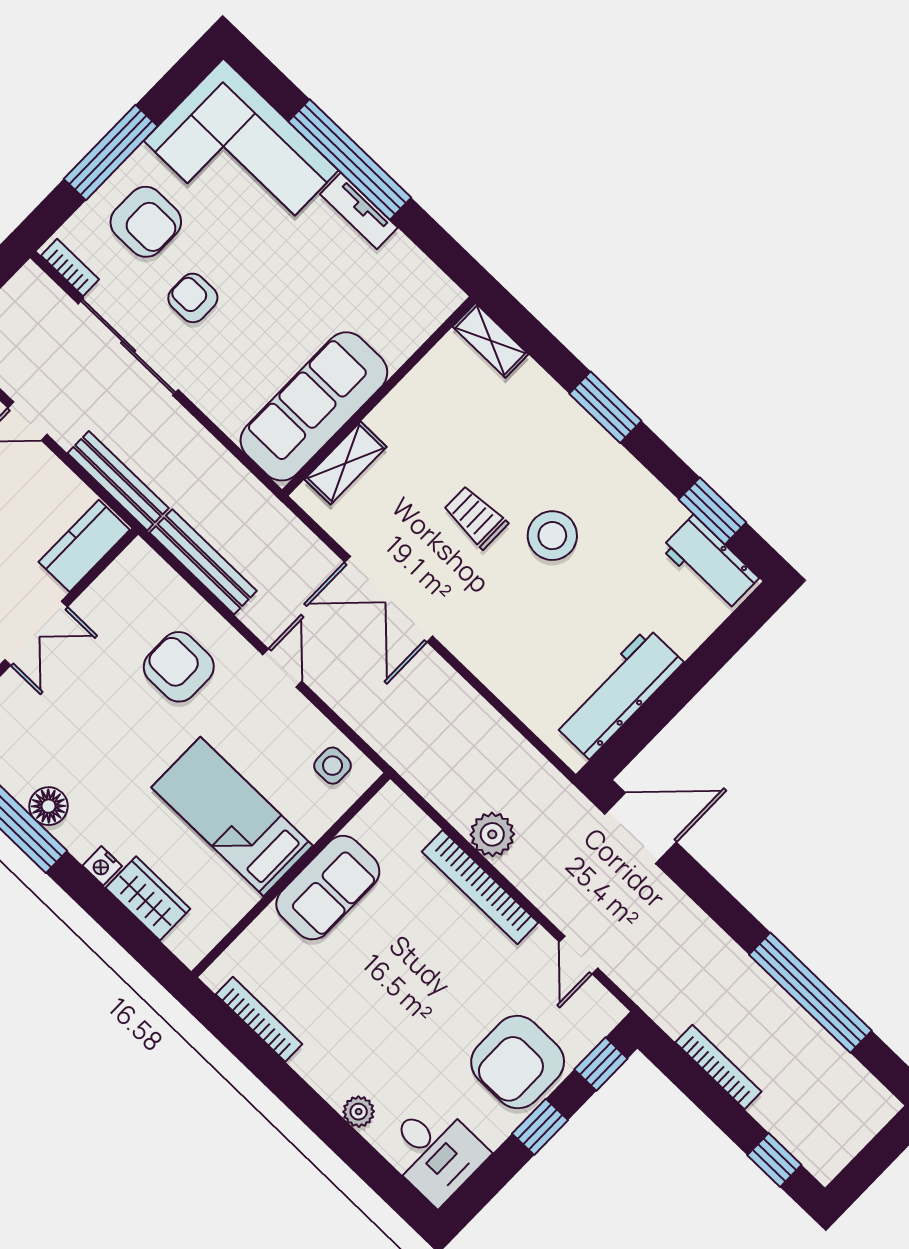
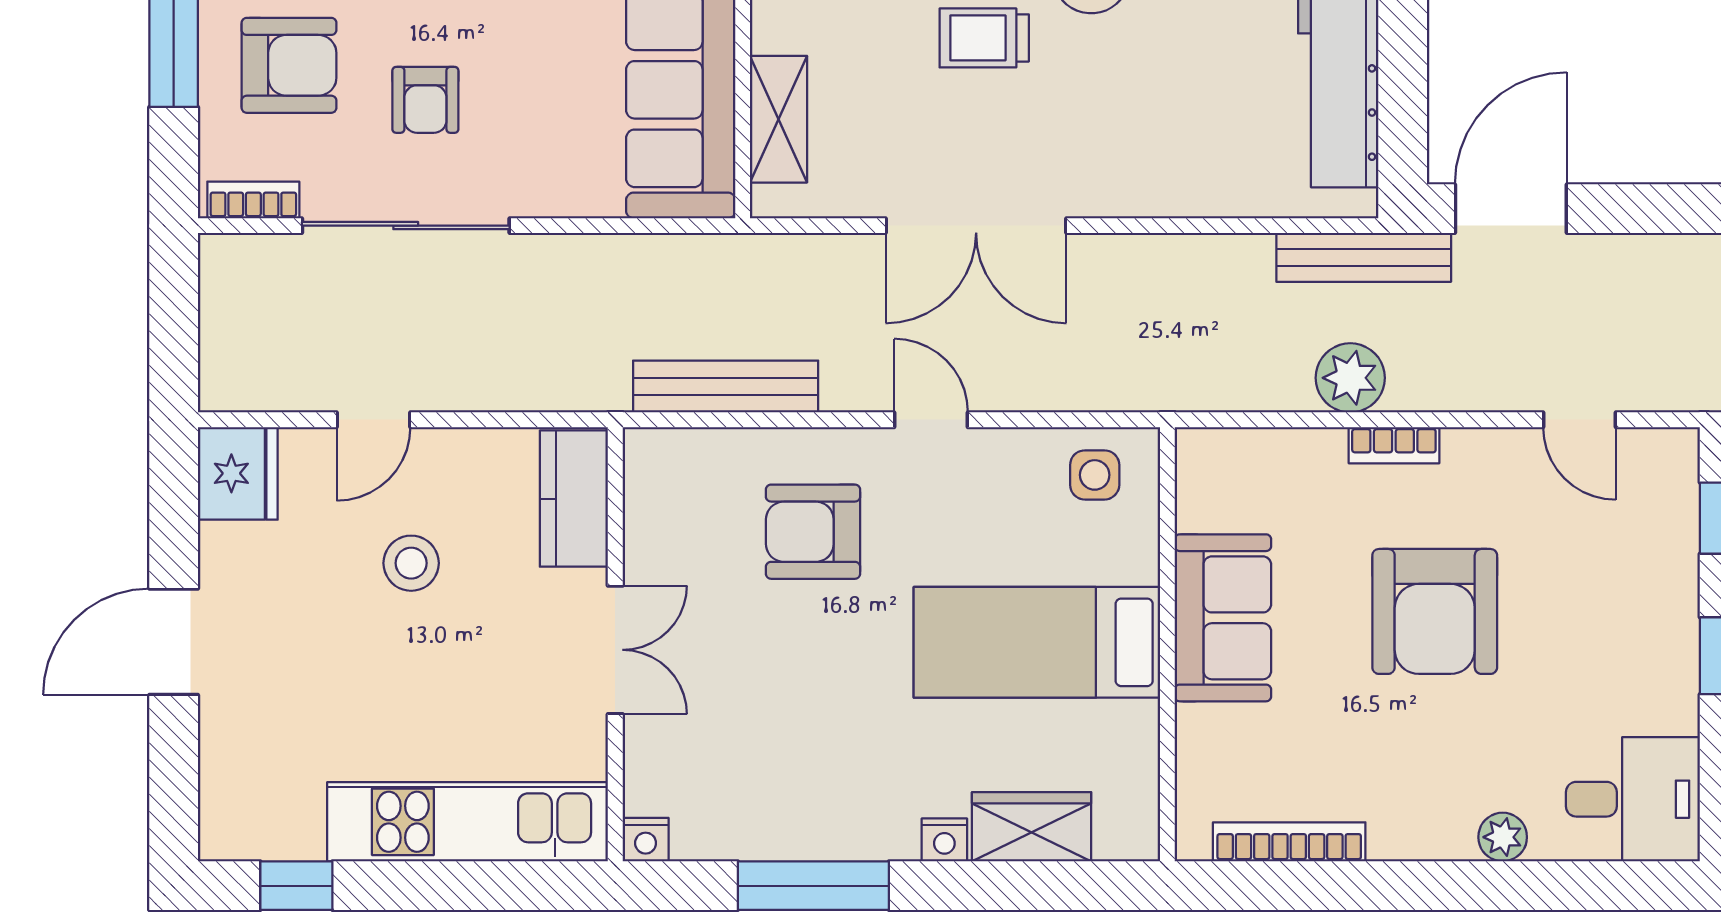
armchair: (193, 298) -> (425, 100), turned -90
bench: (118, 481) -> (1364, 257), moved
floor lamp: (48, 806) -> (818, 831), removed
bookcase: (480, 887) -> (1394, 445), width x0.43, depth x0.76
armchair: (518, 1062) -> (1435, 611), moved

